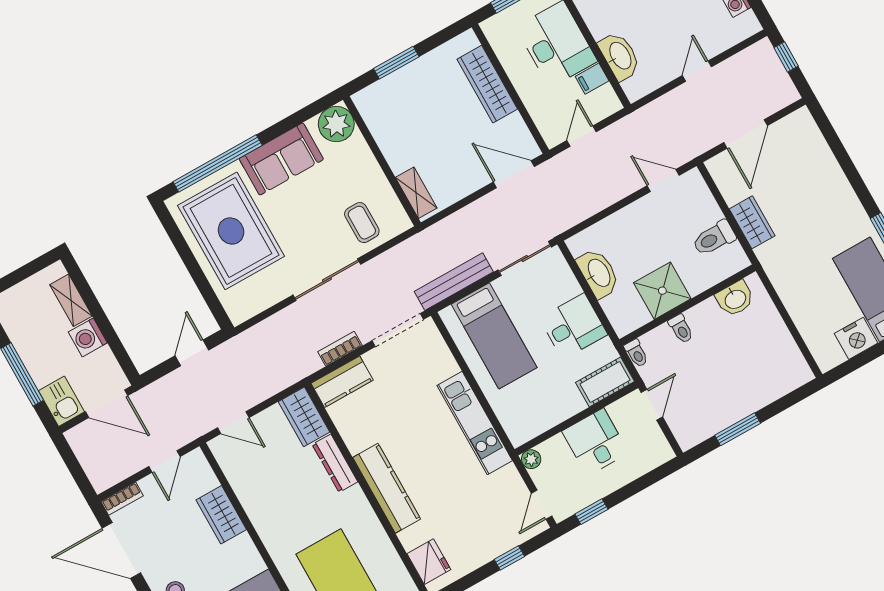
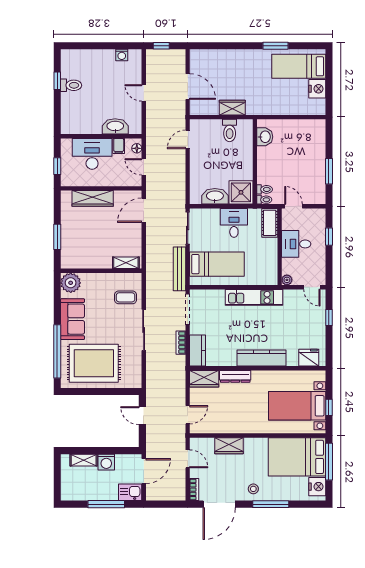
floor lamp: (604, 109) -> (137, 148), added
shower: (662, 291) -> (241, 192), moved
toilet: (681, 329) -> (265, 189), moved
window: (591, 512) -> (329, 237), moved

